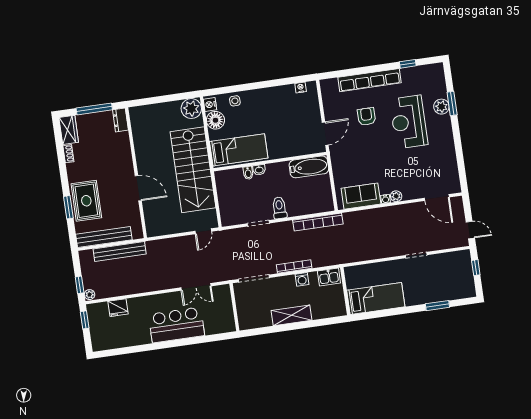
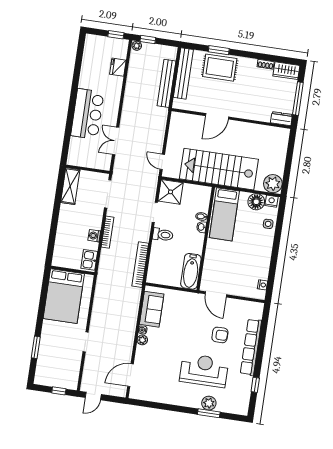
shower: (232, 213) -> (171, 192), added
bed: (376, 298) -> (64, 296), width x1.50
shelving: (291, 315) -> (70, 186), moved

